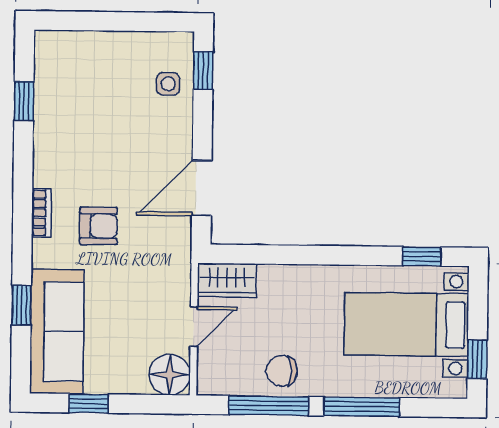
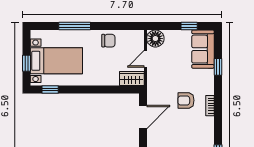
sofa: (57, 332) -> (203, 49), width x0.73
window: (477, 359) -> (26, 63), moved
window: (269, 406) -> (114, 26), removed

